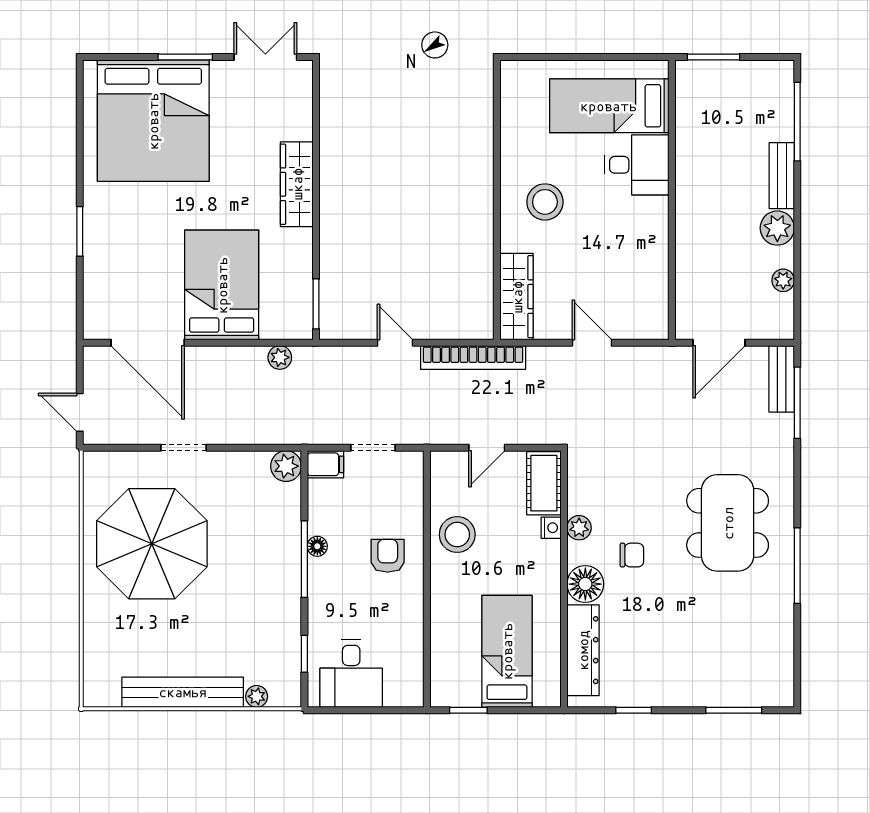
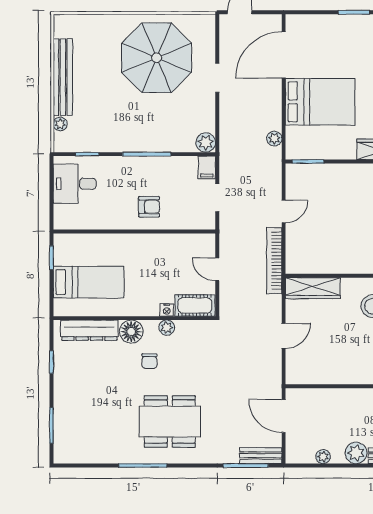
stool: (457, 535) -> (162, 251), removed
floor lamp: (317, 546) -> (155, 162), removed

